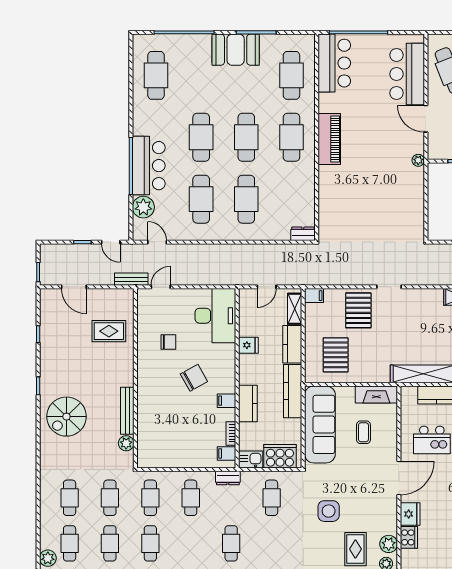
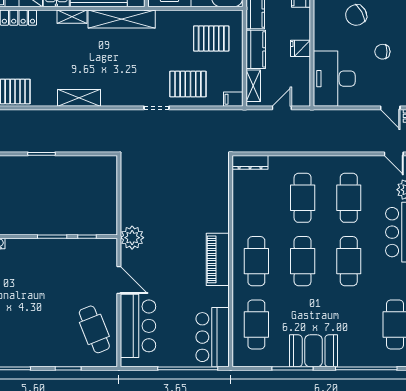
plant: (418, 160) -> (132, 238), width x1.88, depth x1.88
dresser: (303, 234) -> (250, 162), width x1.44
door: (161, 287) -> (390, 108), hinge flipped
pallet: (358, 310) -> (188, 84), turned 90
pallet: (336, 355) -> (211, 39), turned 90

